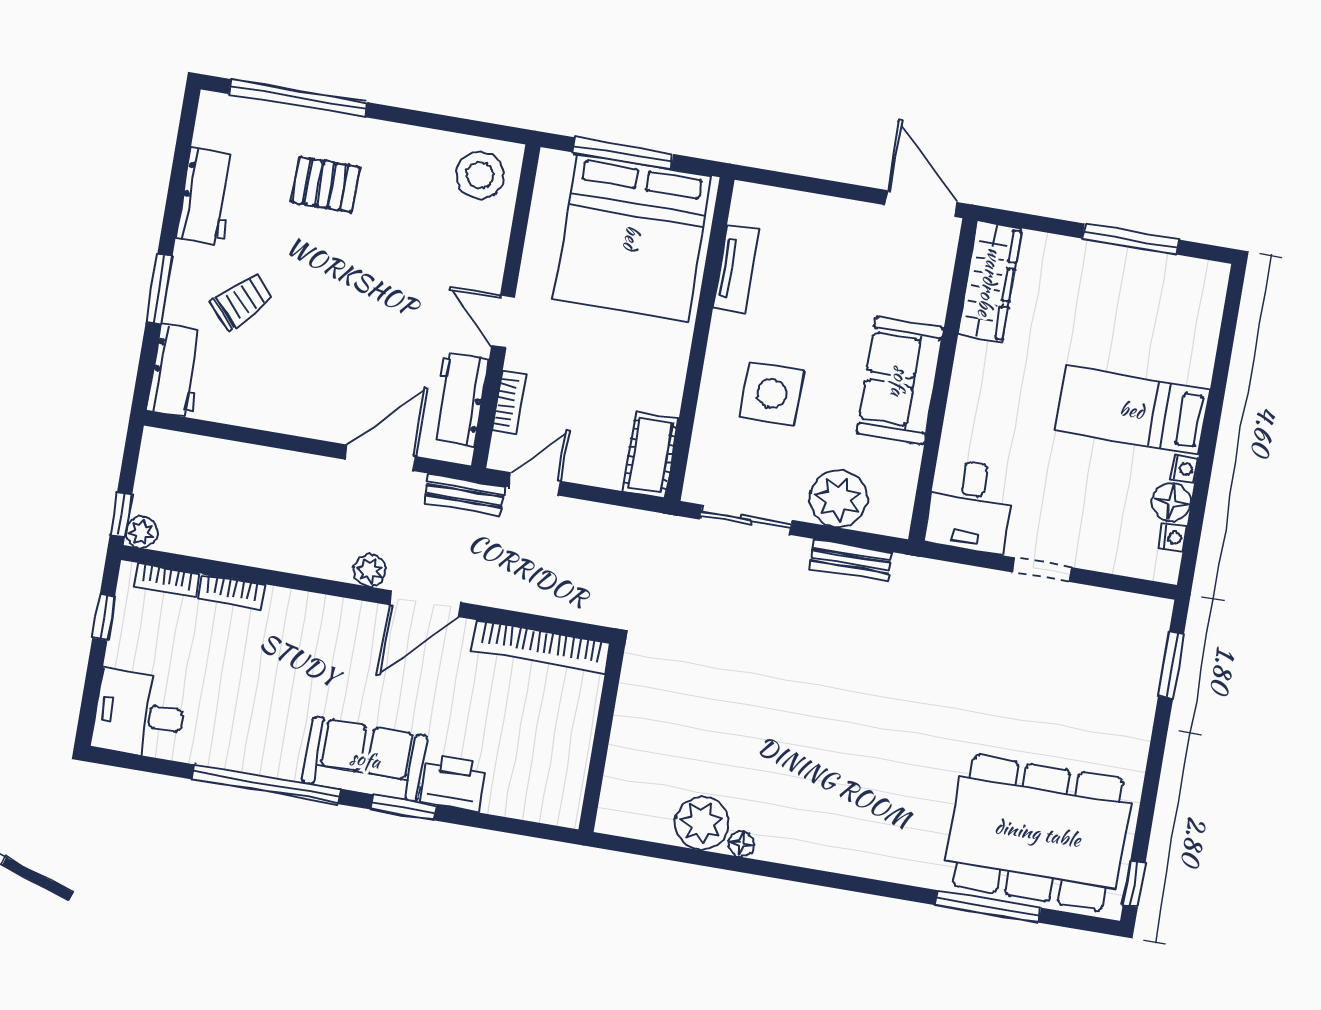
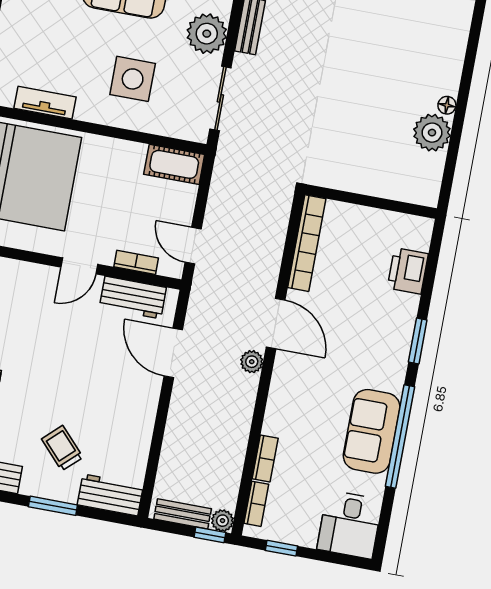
bench: (464, 495) -> (183, 514), moved, turned 90
sofa: (365, 759) -> (372, 431), moved
printer: (453, 783) -> (408, 271), moved

